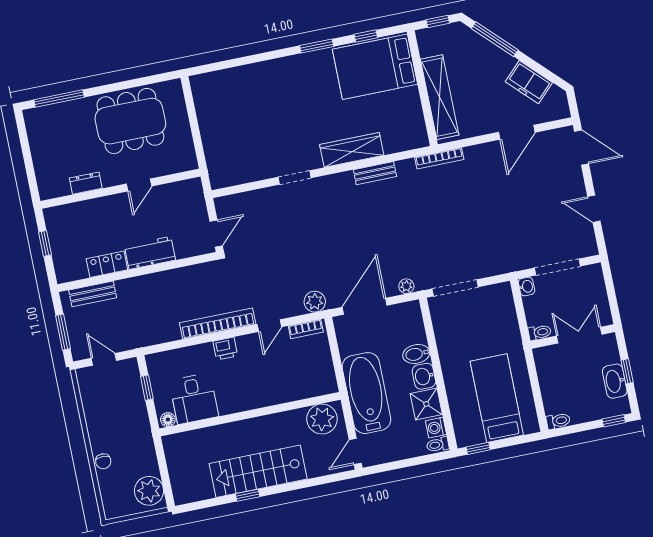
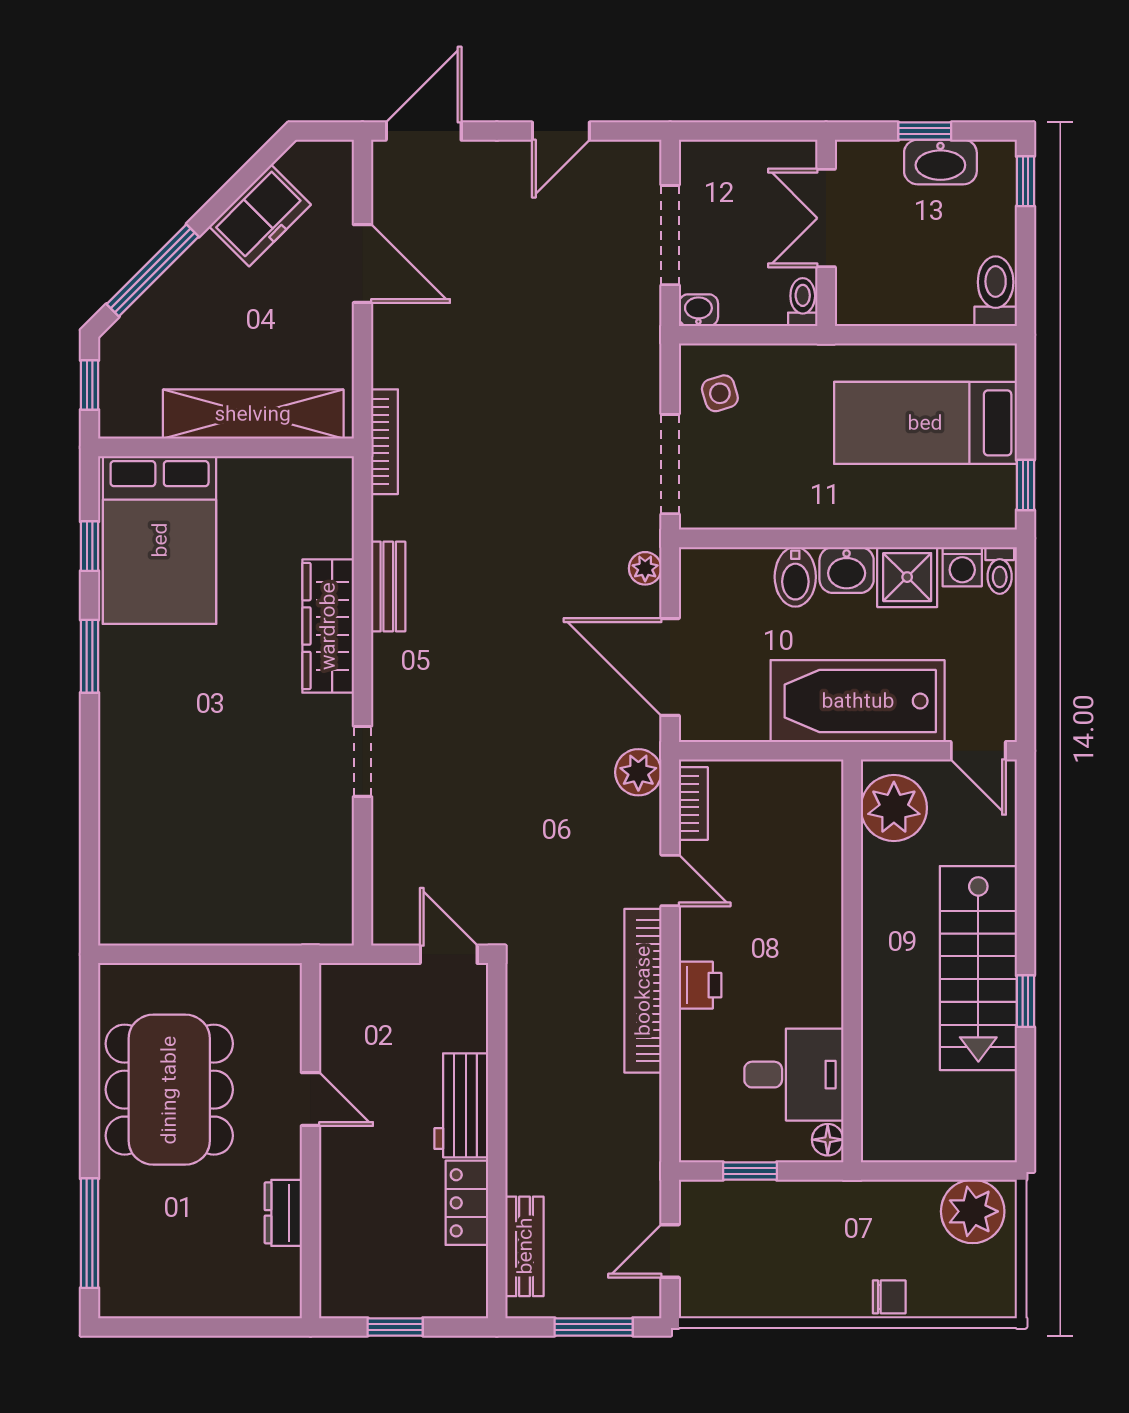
side table: (491, 304) -> (720, 393), added
toilet: (558, 421) -> (996, 291), width x1.37, depth x1.39

